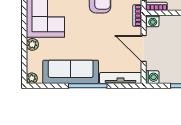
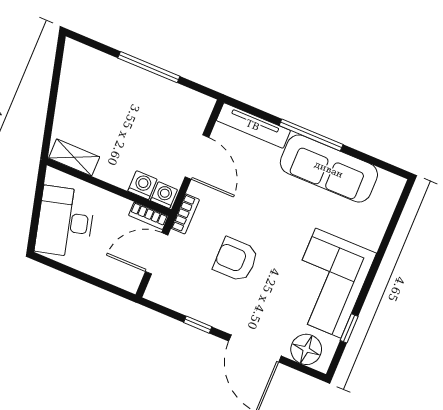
plant: (32, 44) -> (372, 238), removed
washing machine: (152, 77) -> (142, 185), moved, turned 90
plant: (32, 78) -> (395, 184), removed

